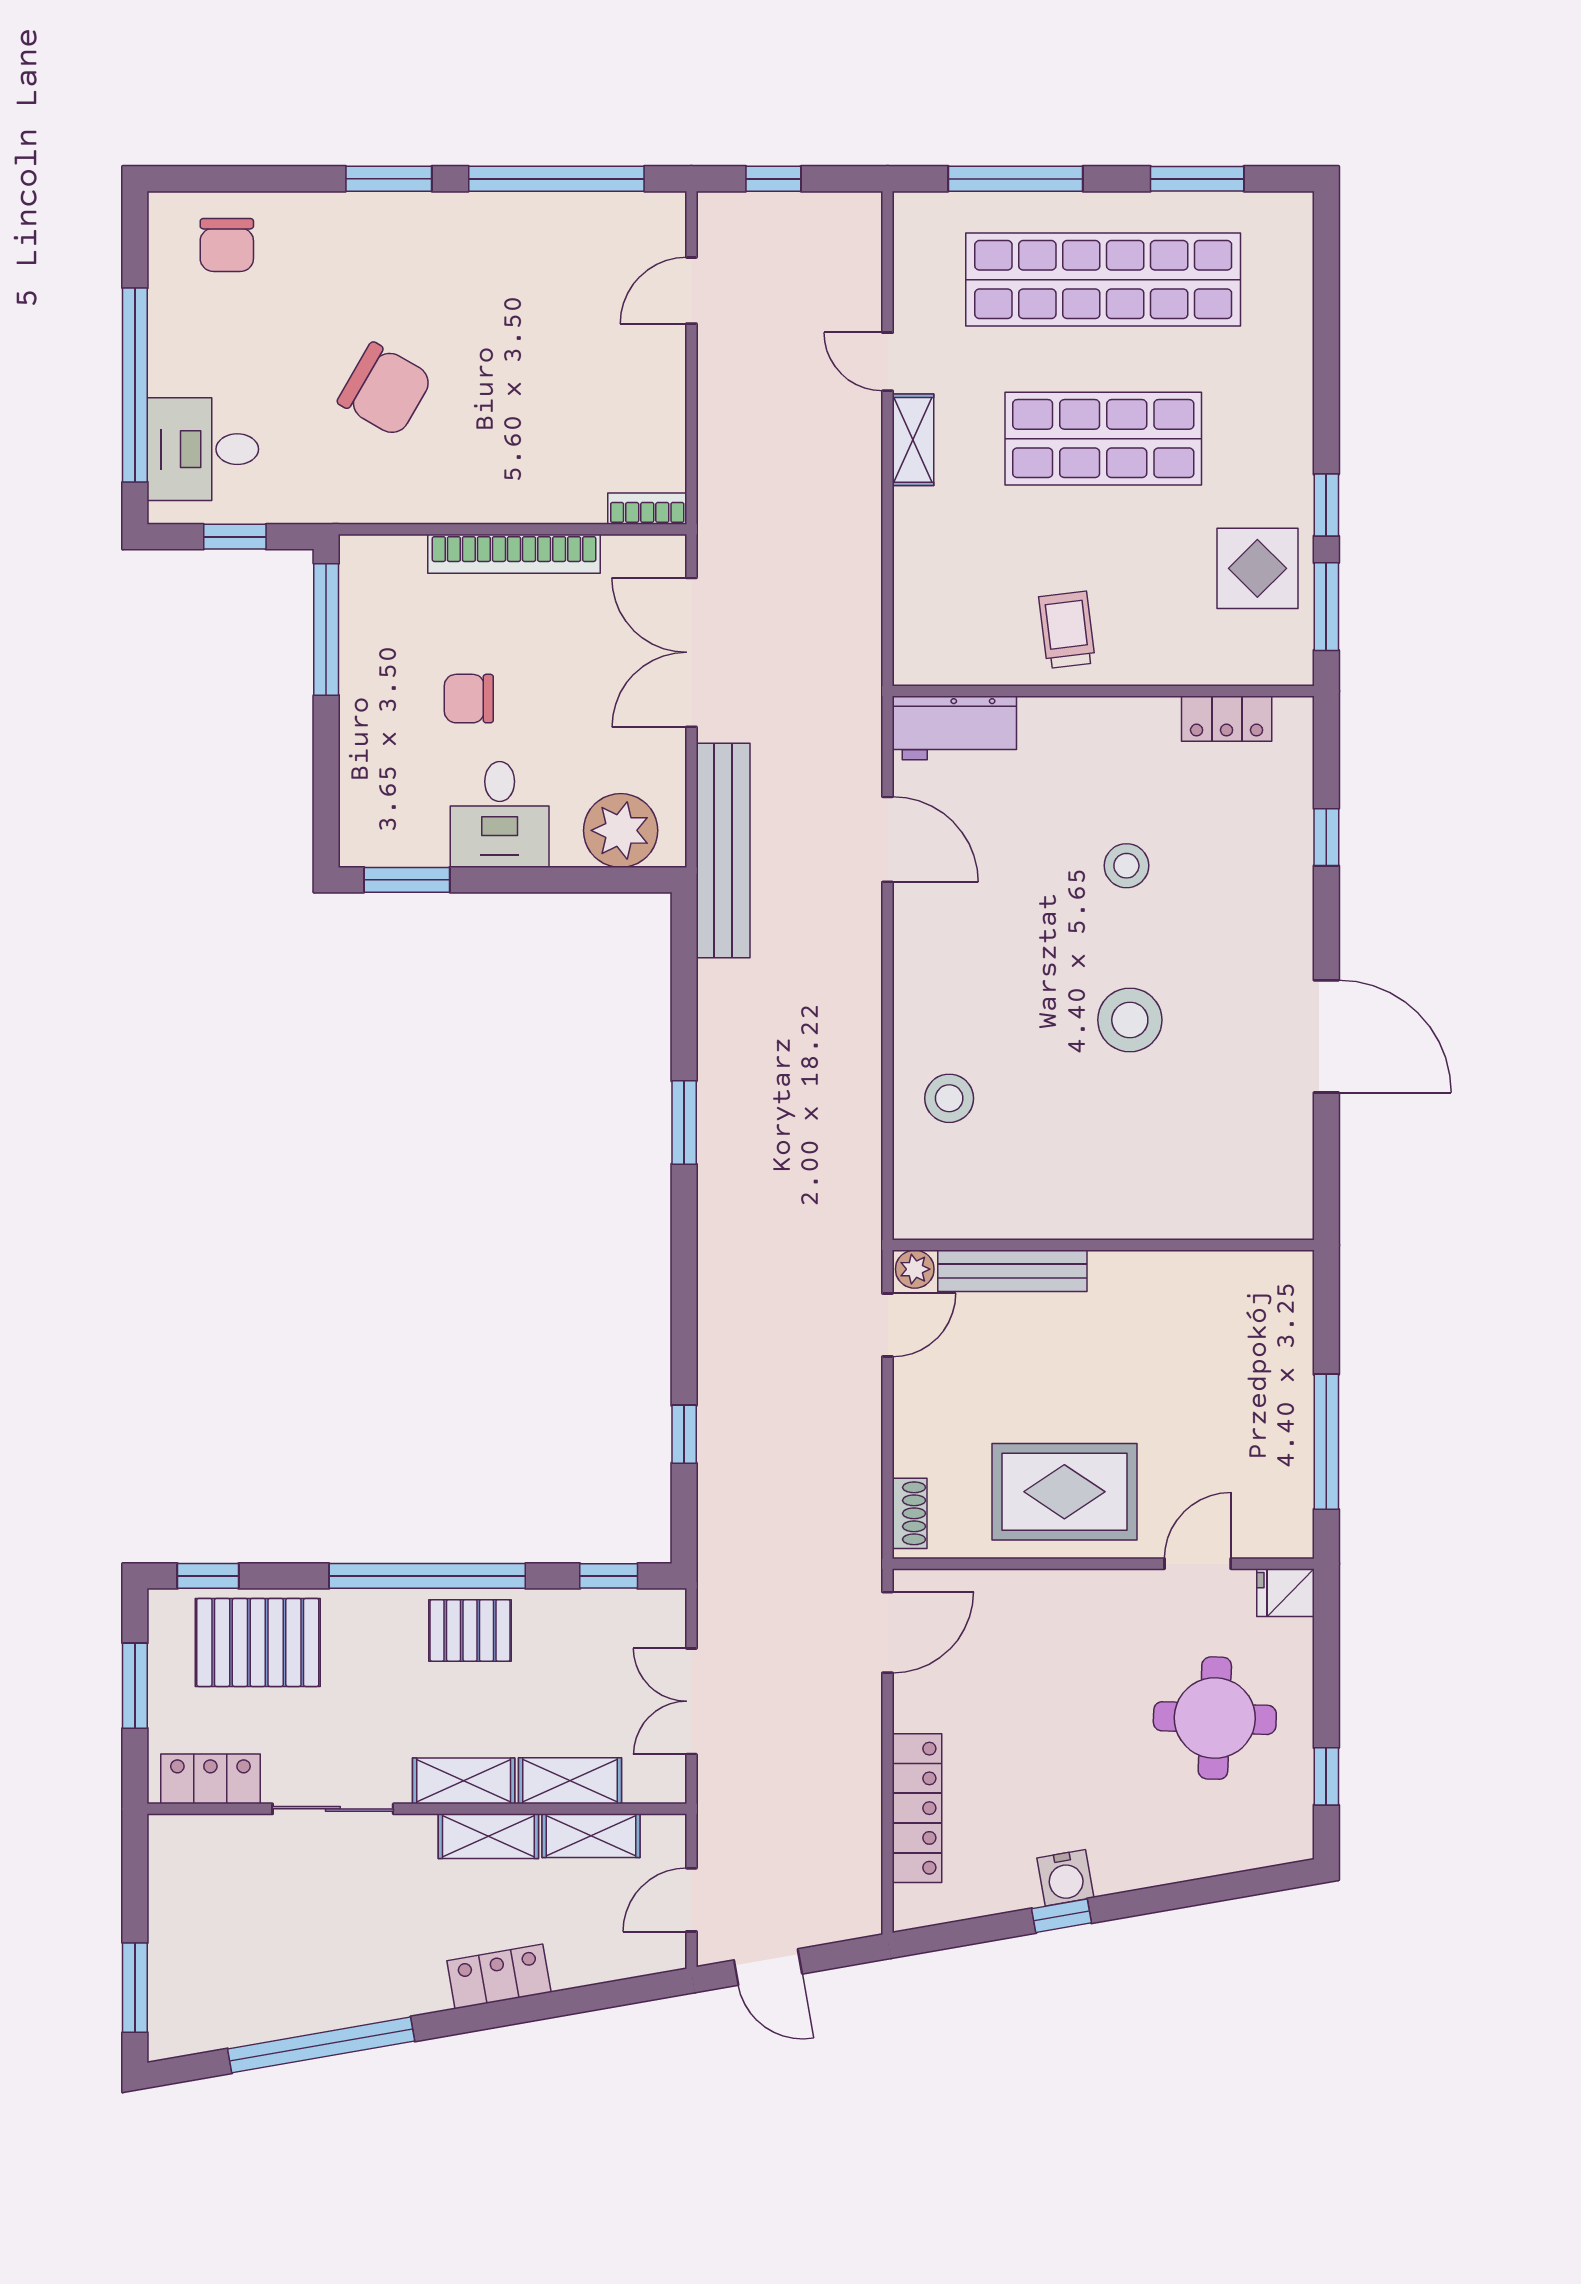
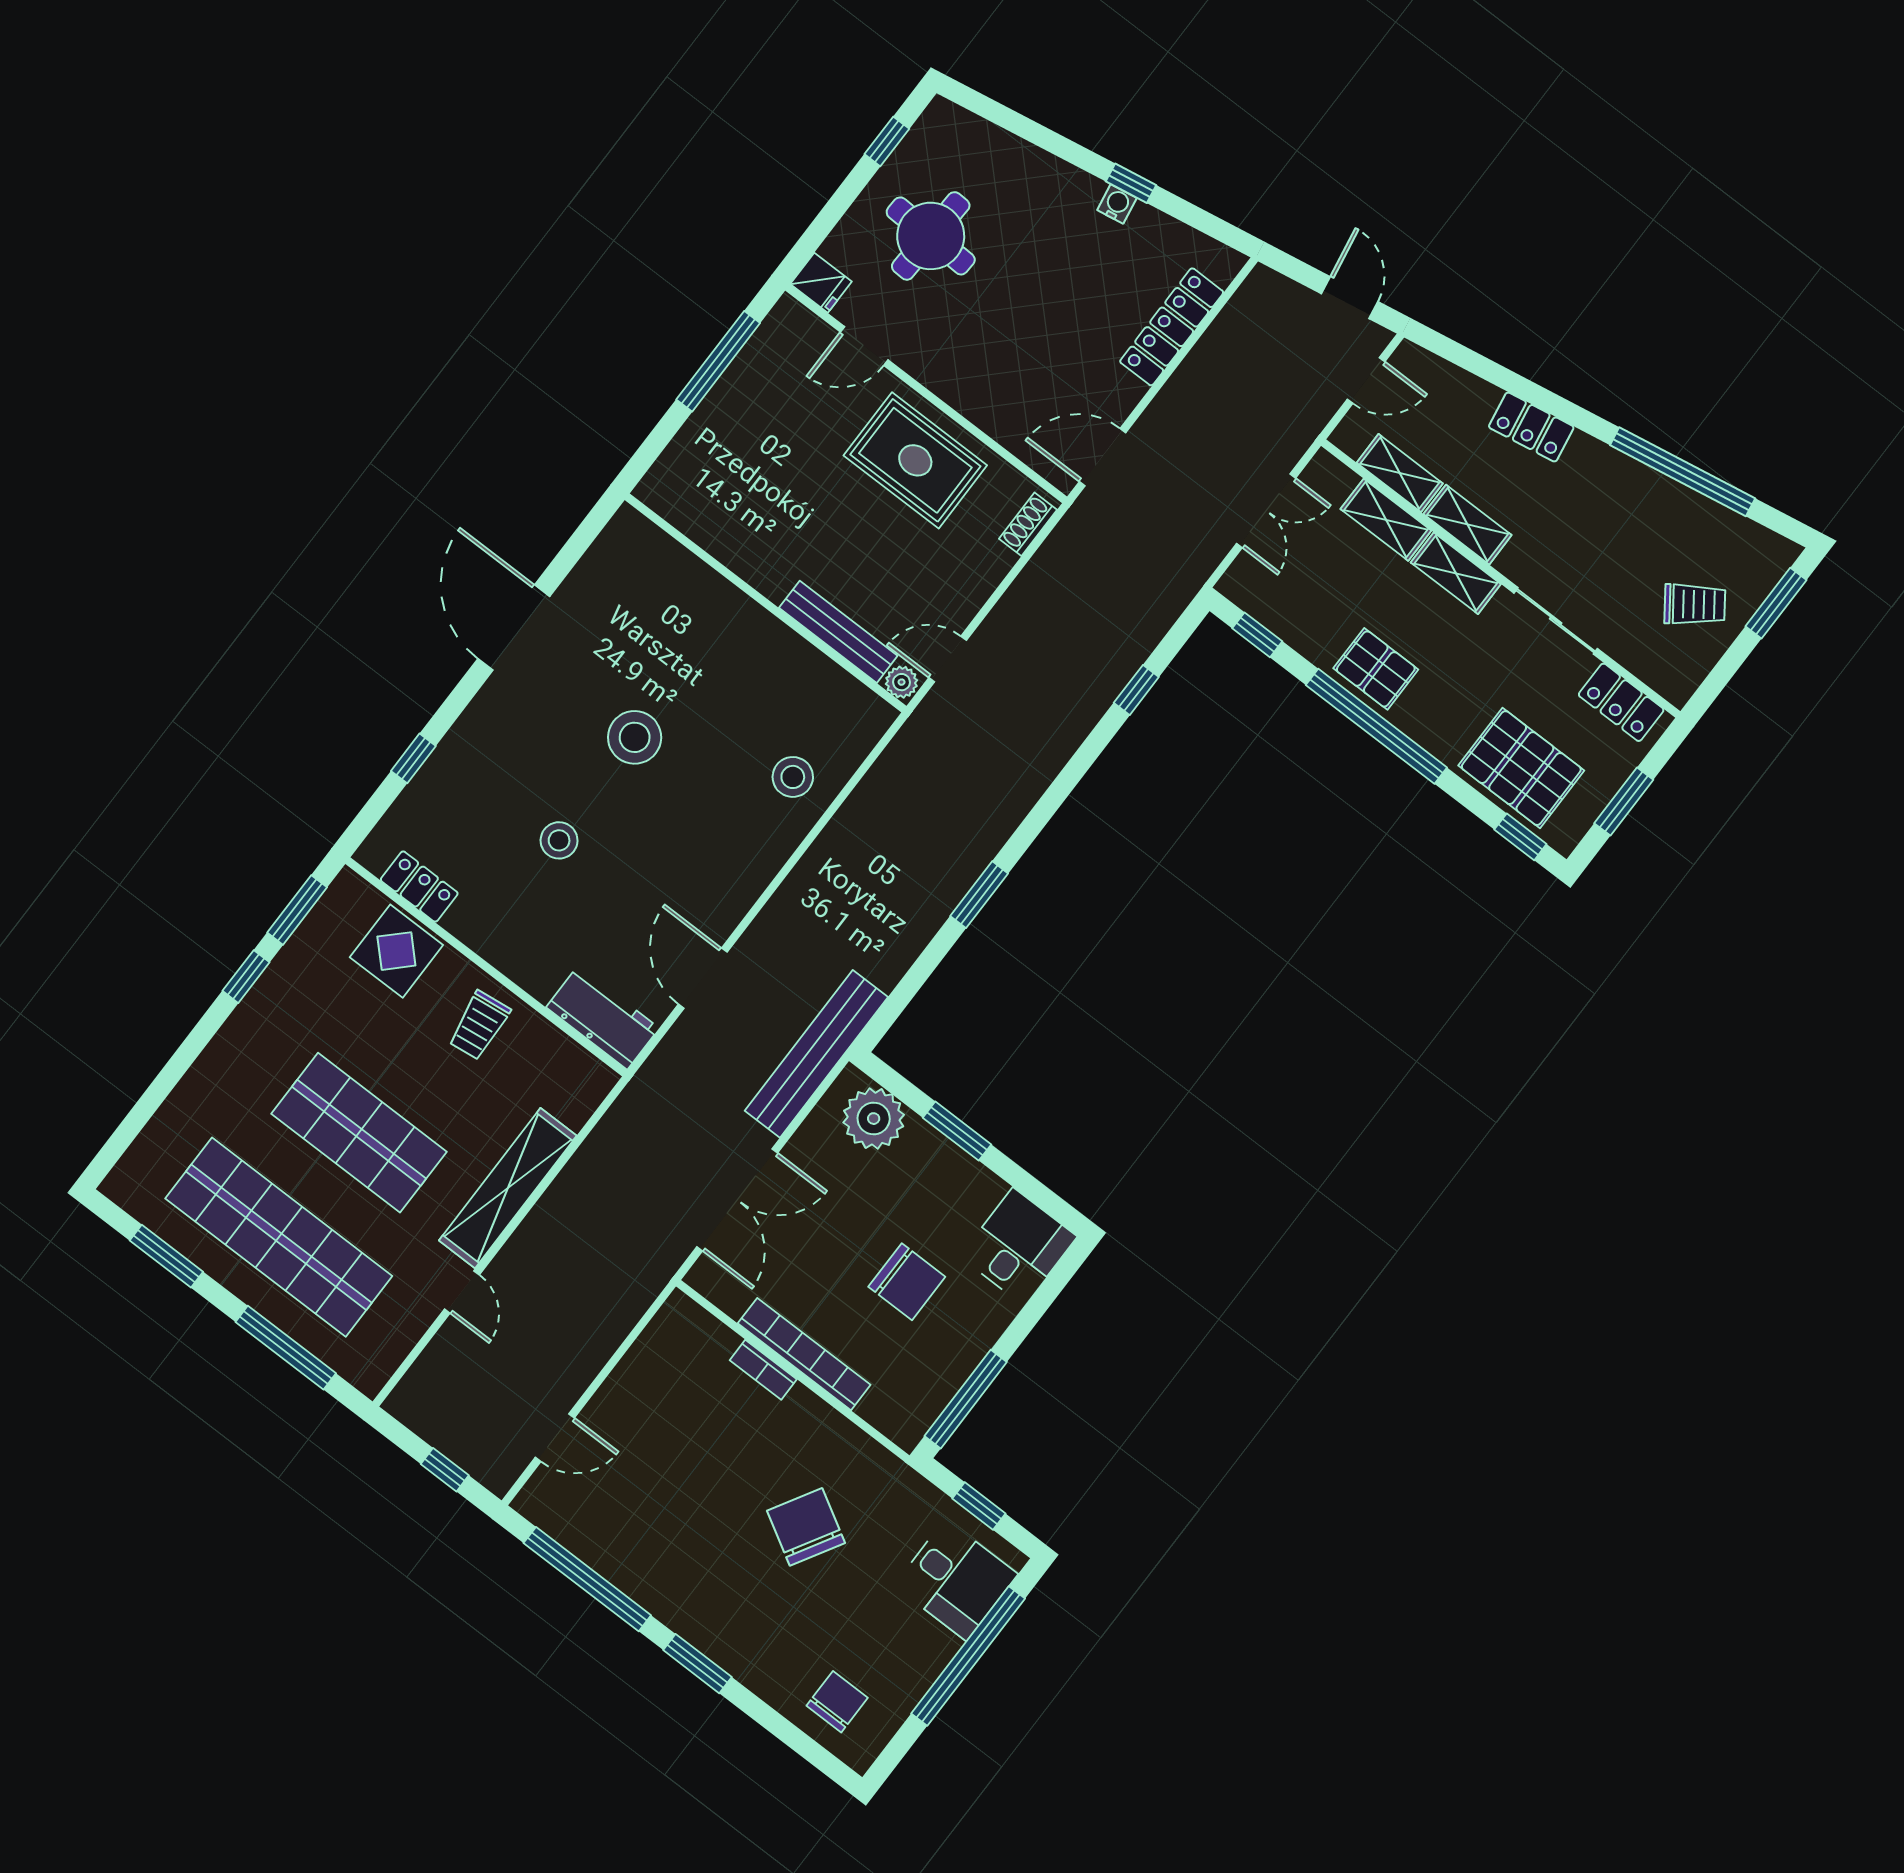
shelving: (913, 440) -> (508, 1188), width x2.20, depth x1.33
bookcase: (647, 509) -> (763, 1370), moved
display table: (1257, 568) -> (396, 951), moved
chair: (469, 699) -> (907, 1282), width x1.37, depth x1.37
desk: (500, 814) -> (1019, 1246), moved
window: (407, 880) -> (957, 1131), moved
water cooler: (1065, 1878) -> (1117, 204), width x0.72, depth x0.72
trolley: (212, 1927) -> (1695, 604), added

